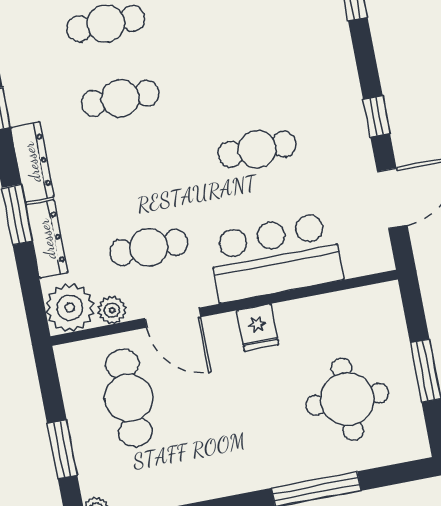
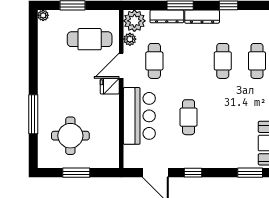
fridge: (258, 328) -> (110, 86), moved

